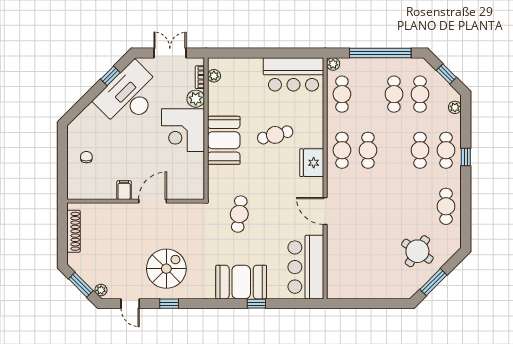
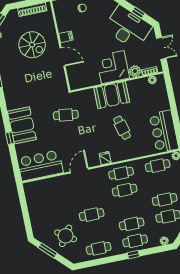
fridge: (312, 163) -> (105, 158), width x0.53, depth x0.75
cafe table: (394, 206) -> (92, 215), added
spiral stairs: (166, 269) -> (32, 45), moved

